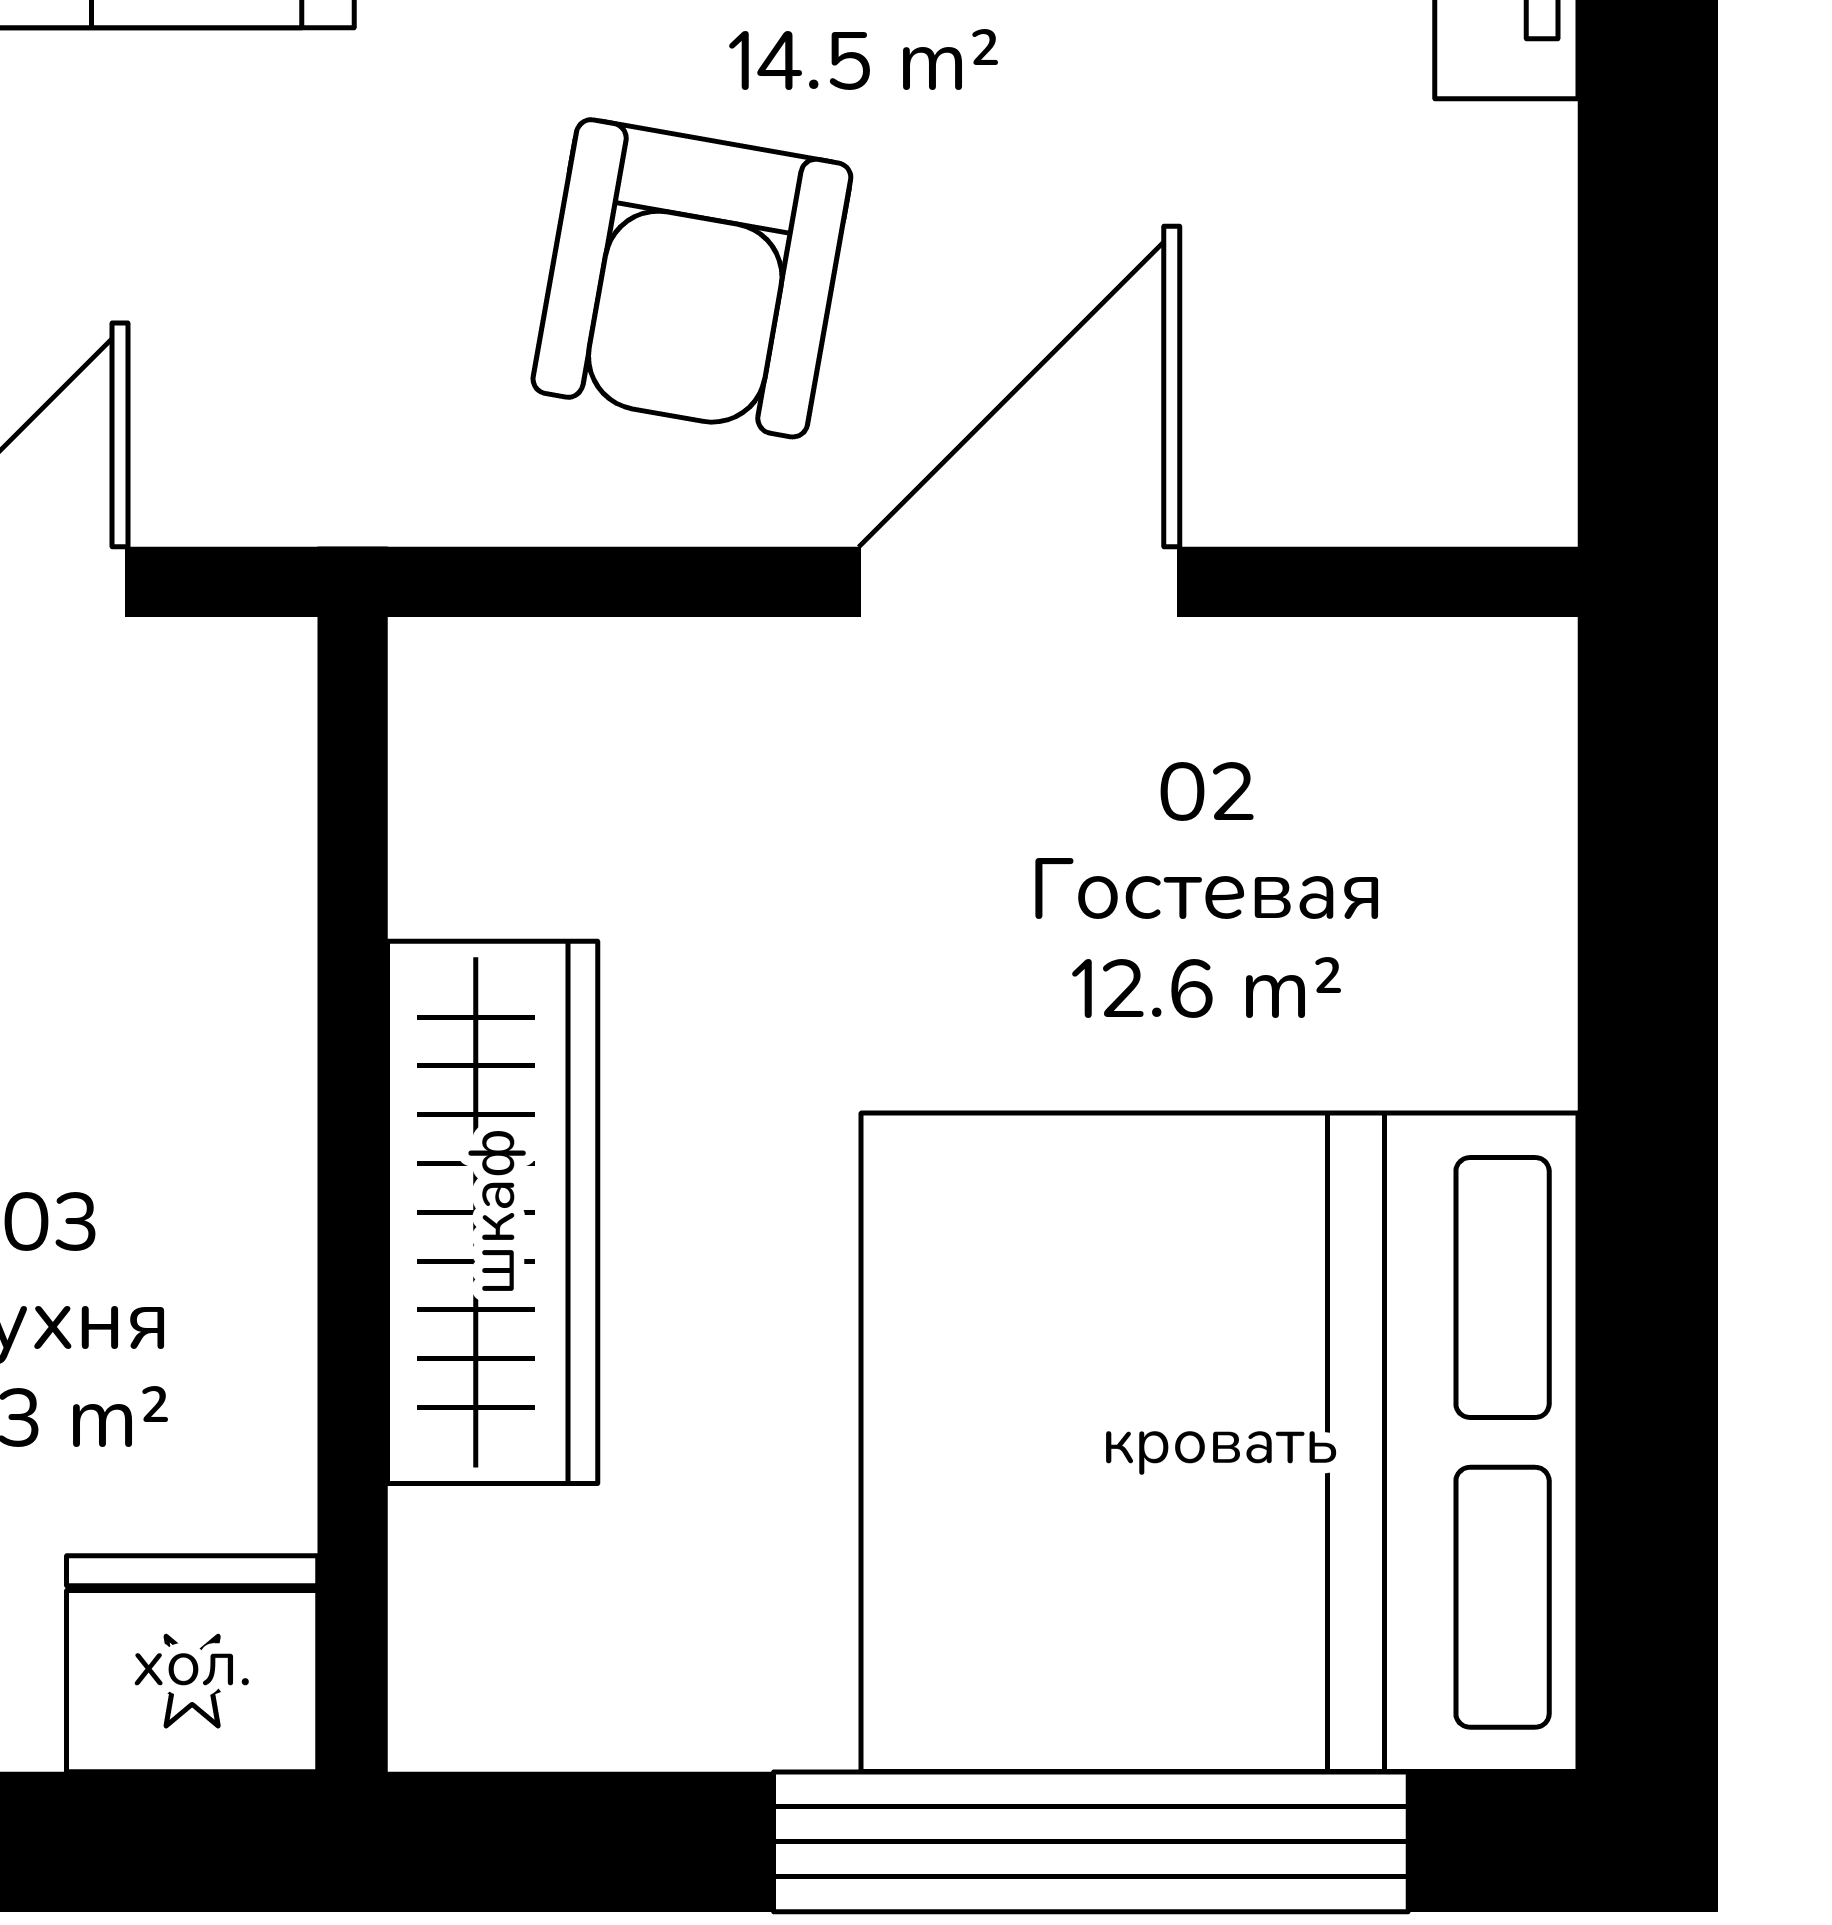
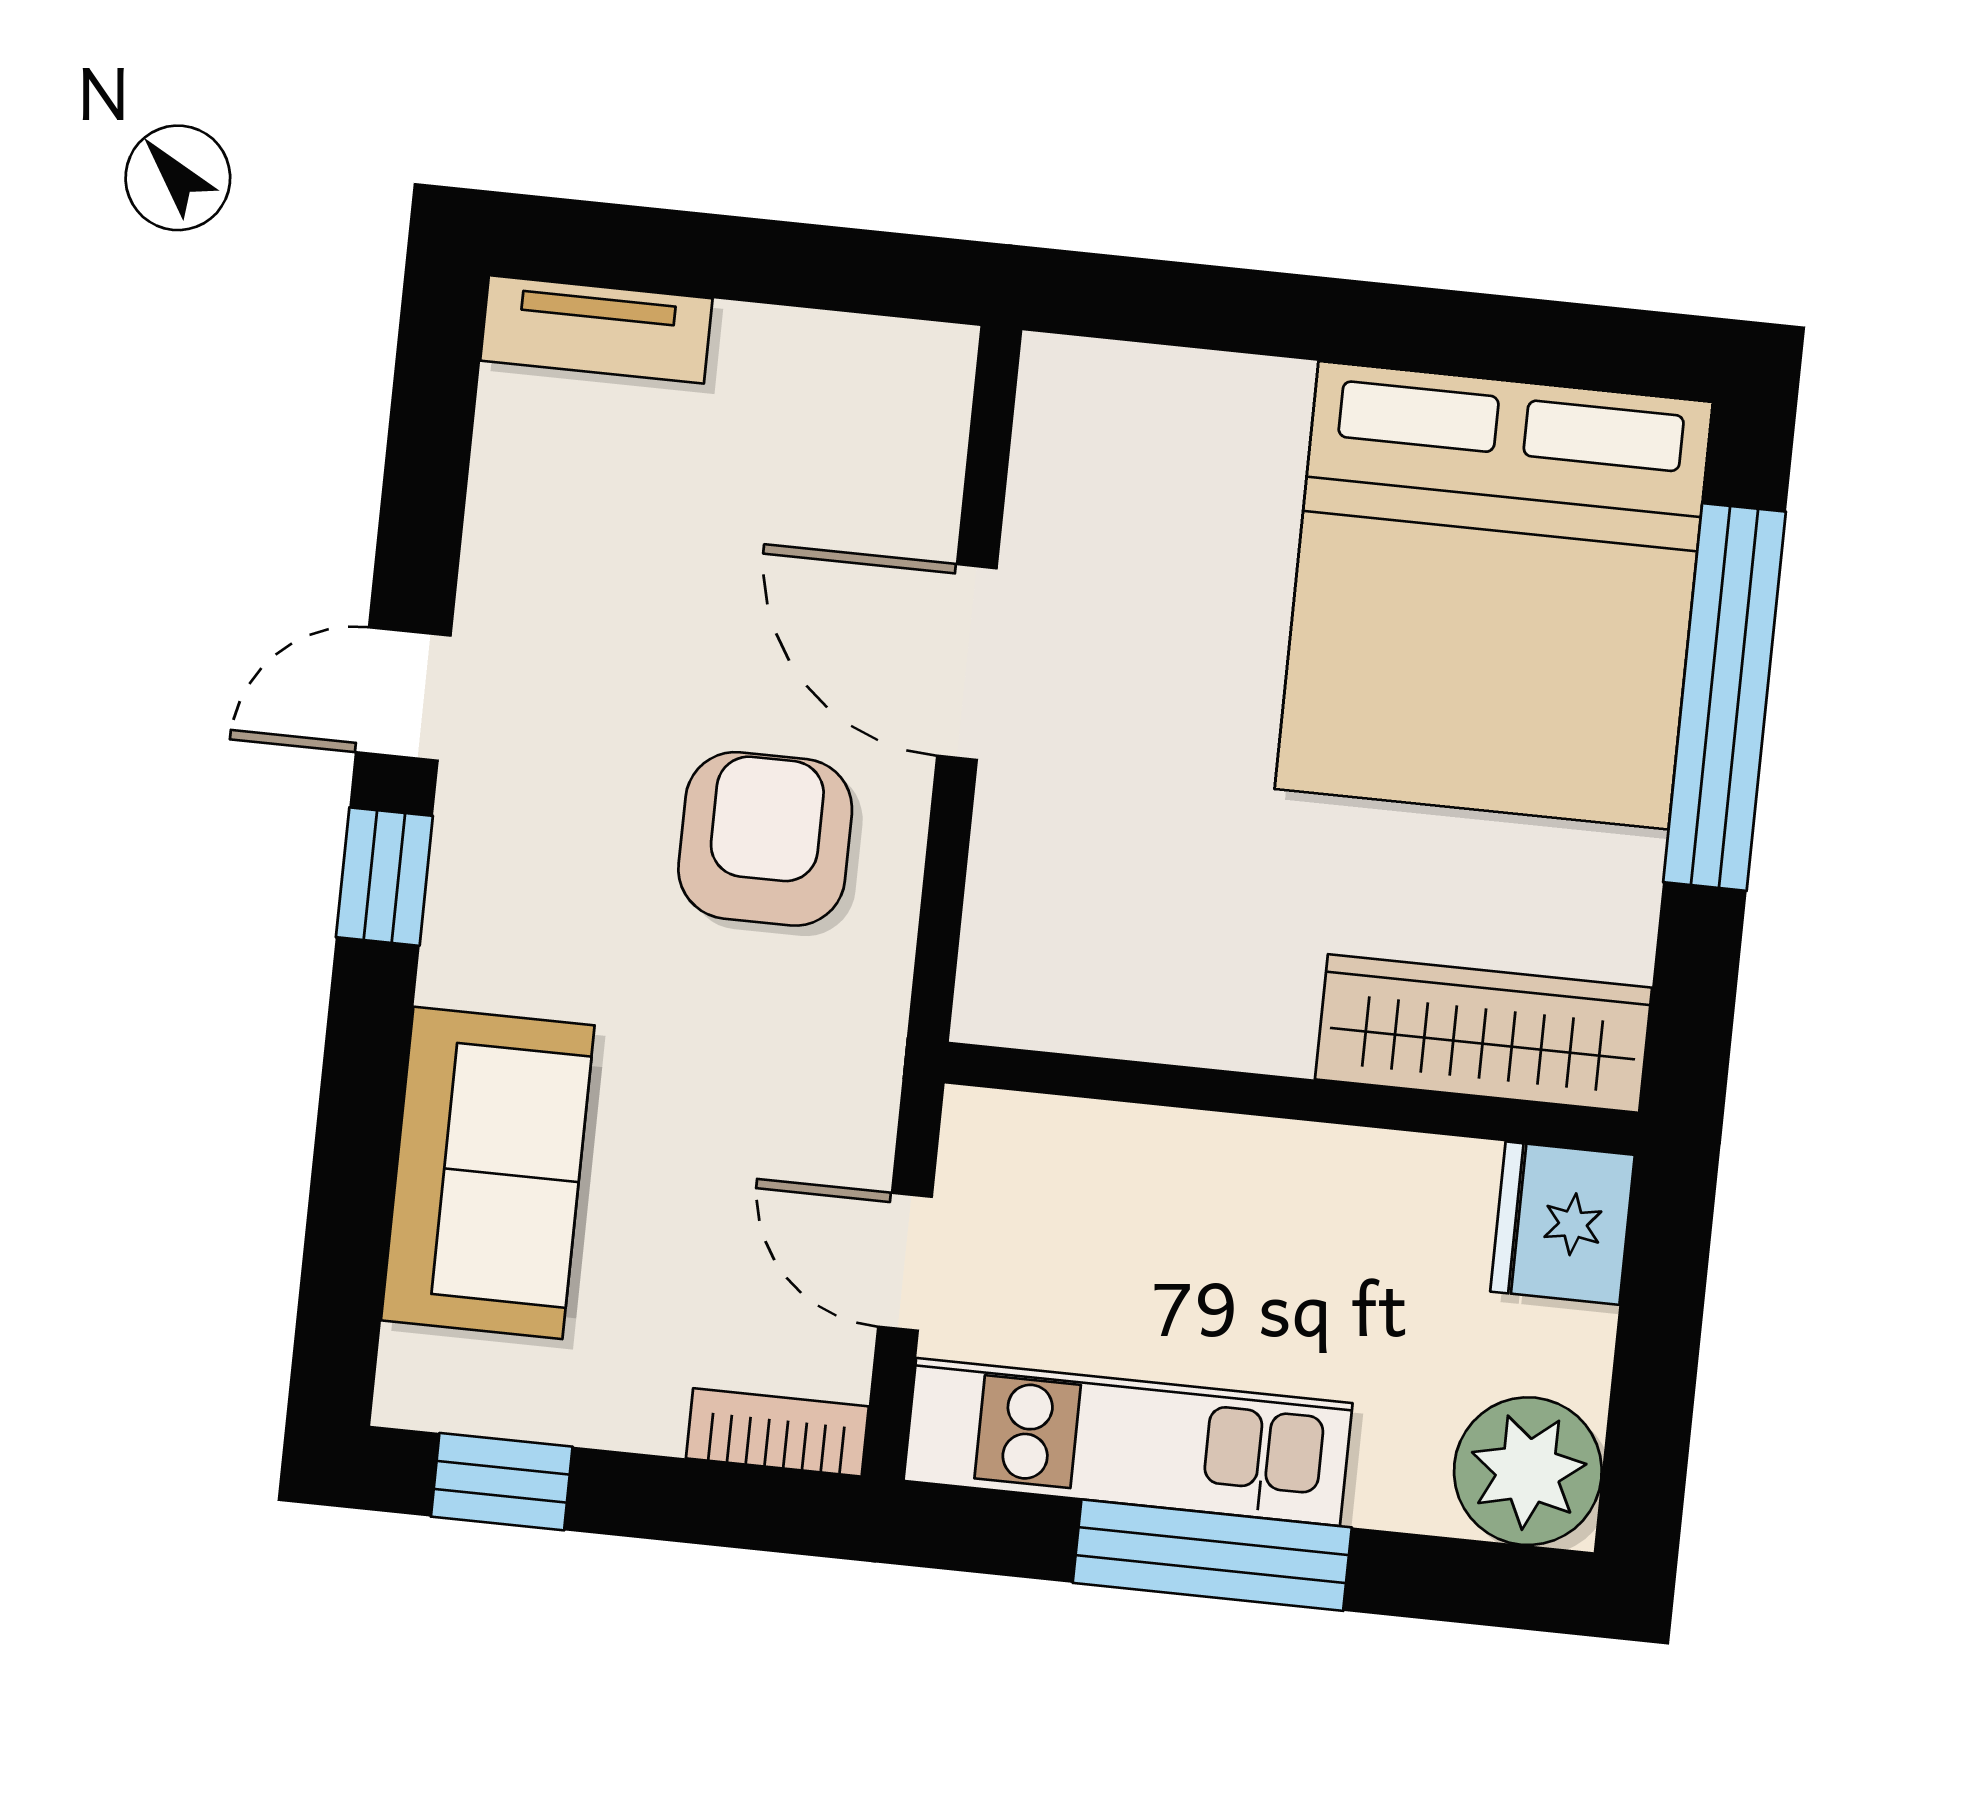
armchair: (692, 278) -> (765, 839), turned -100
wardrobe: (493, 1212) -> (1484, 1033), moved

